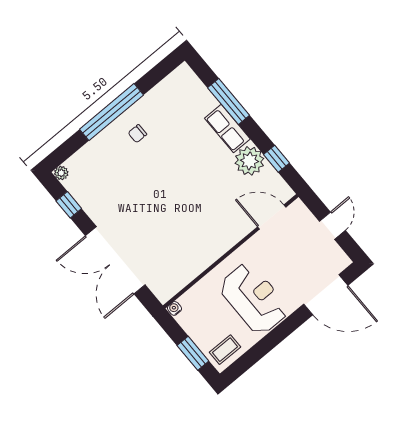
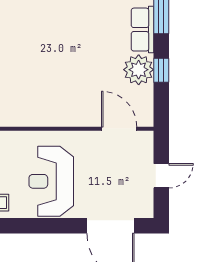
window: (276, 159) -> (161, 70), moved
reception desk: (254, 298) -> (51, 181), turned 180

